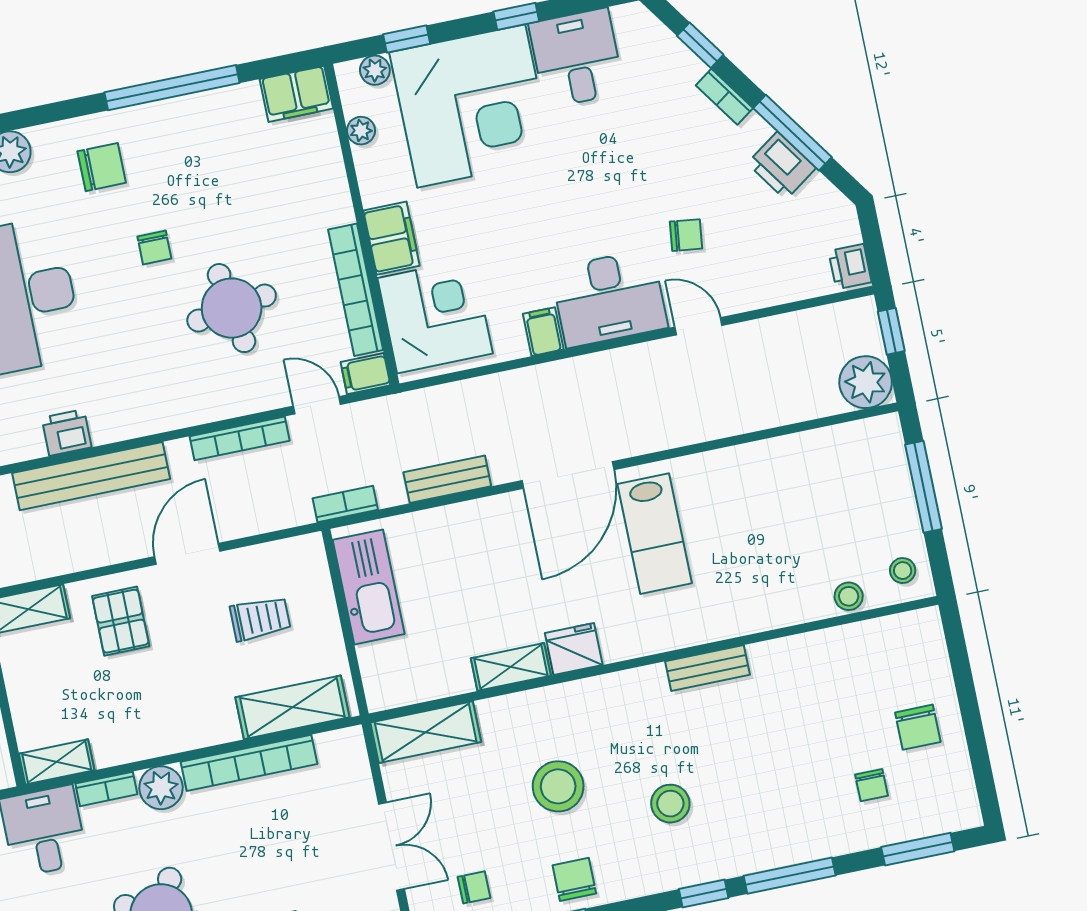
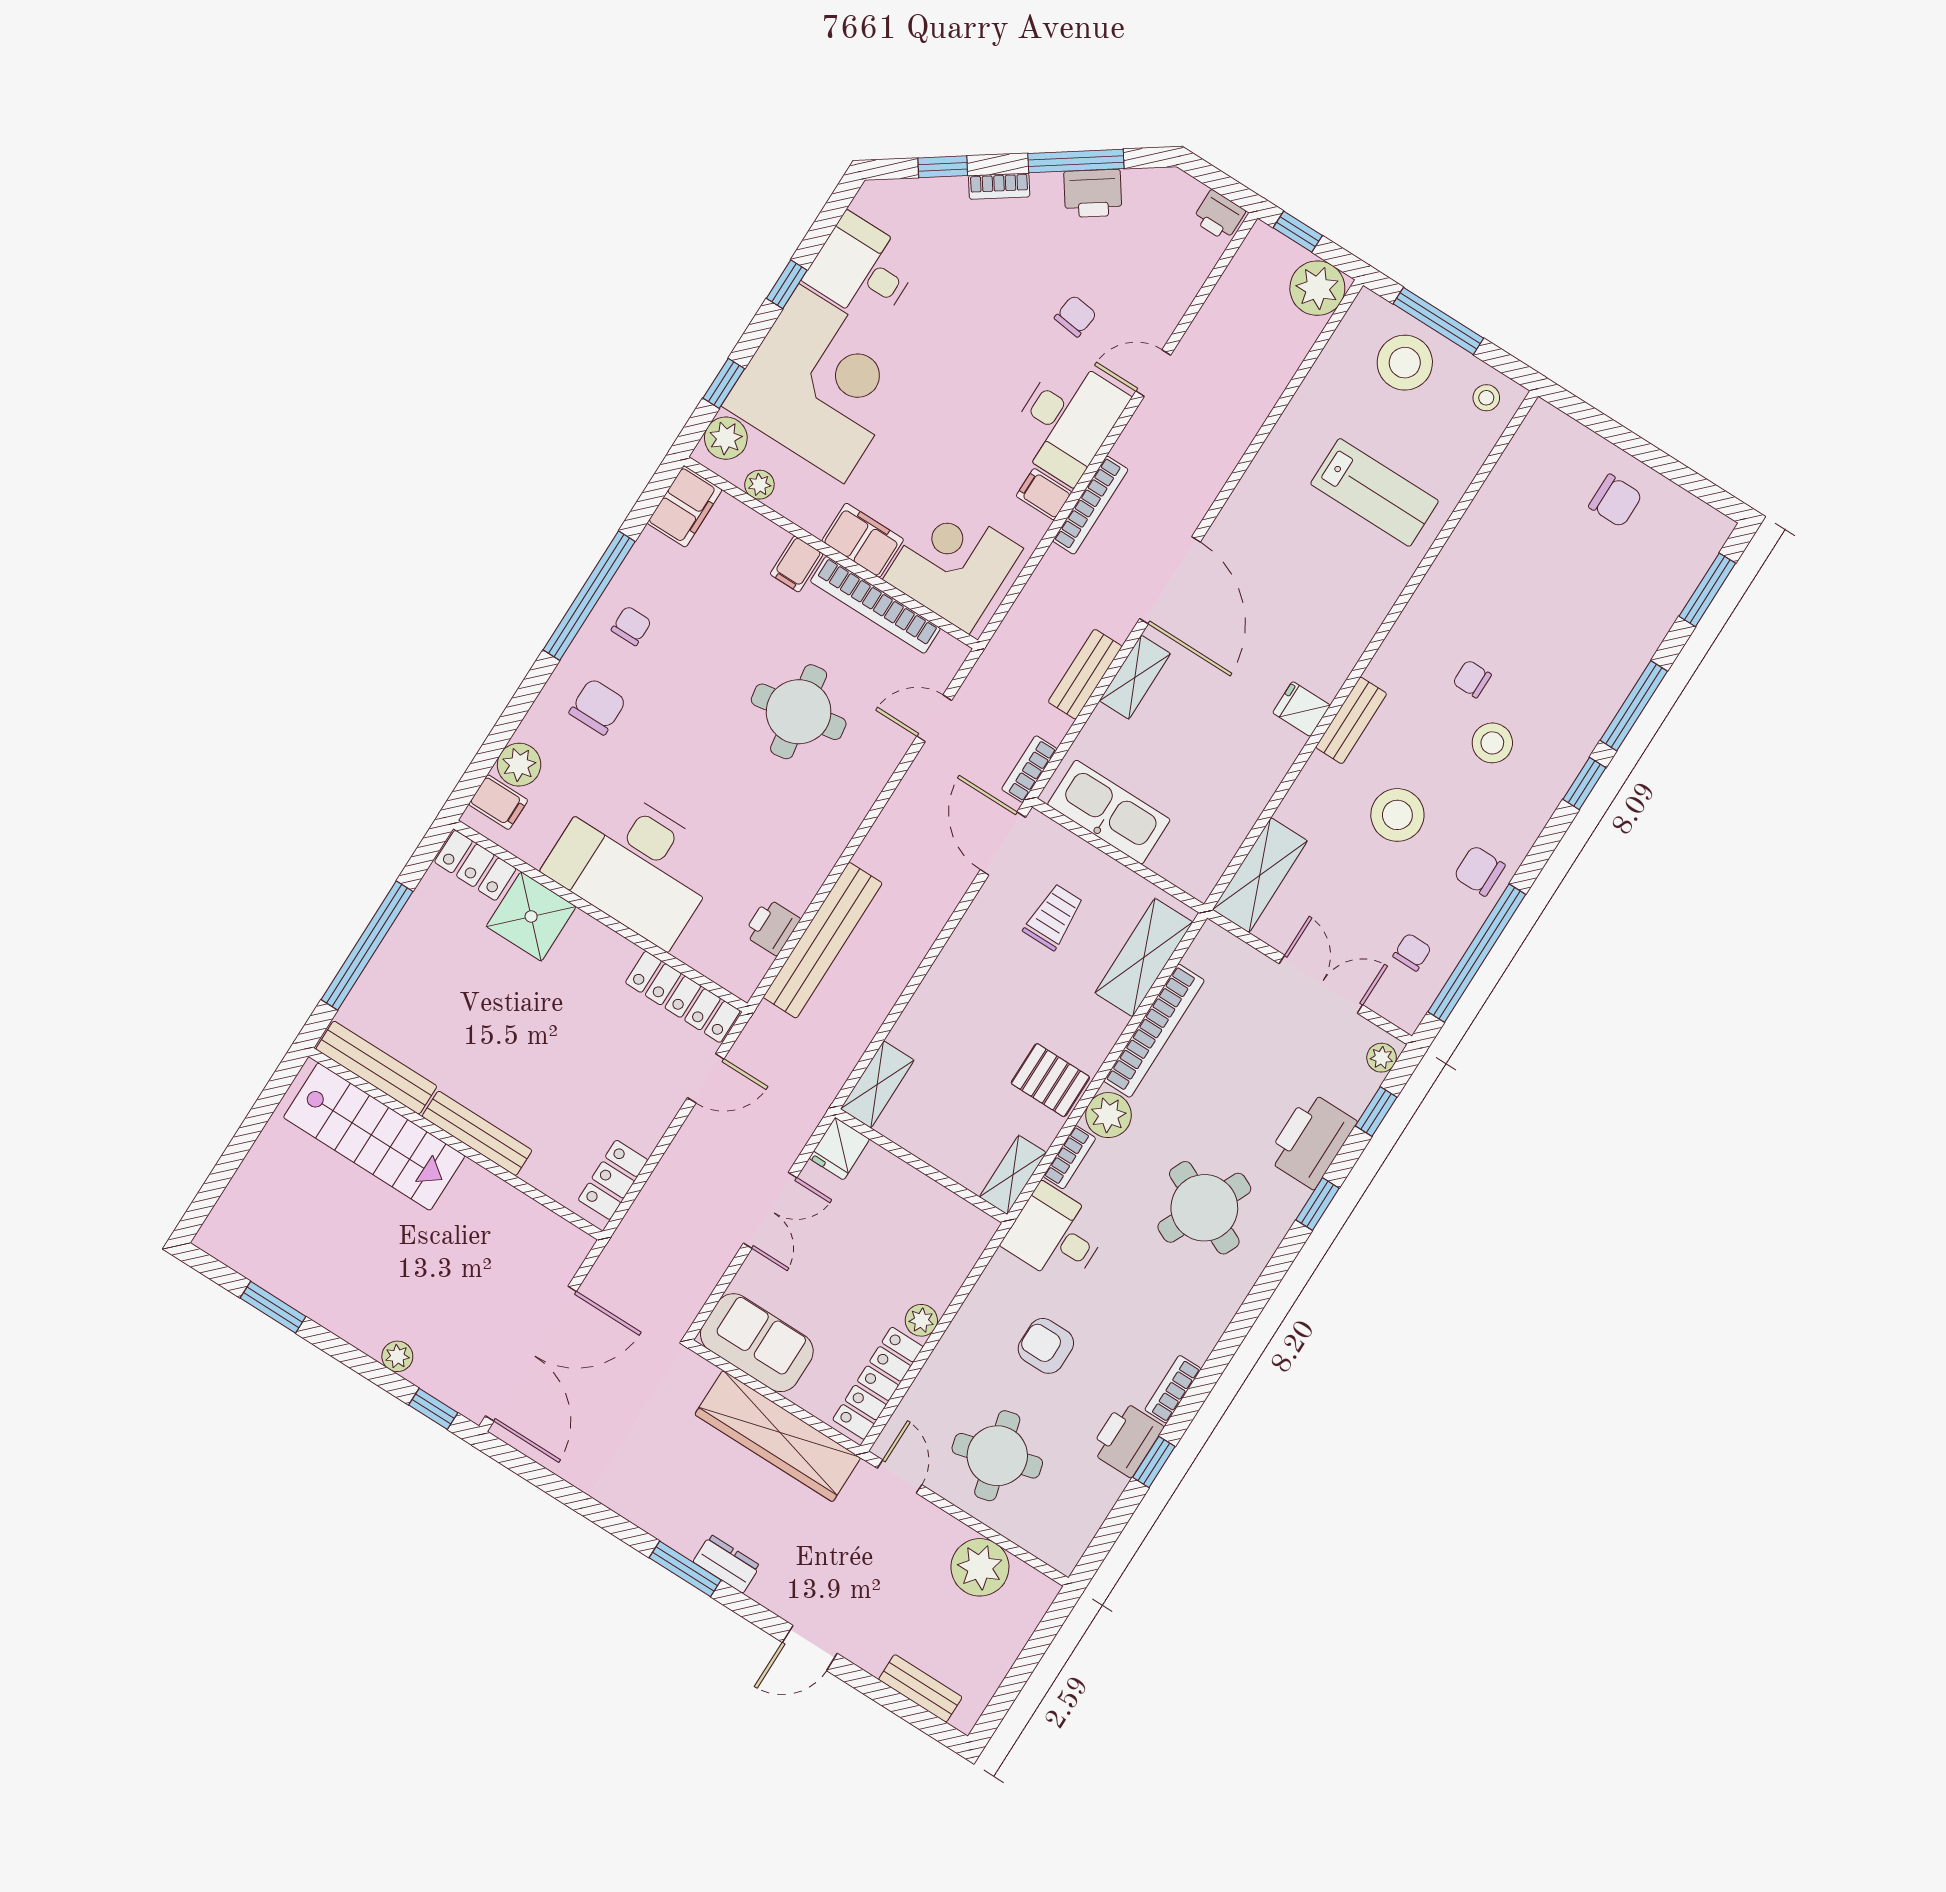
plant: (375, 70) -> (726, 438), width x1.38, depth x1.38
chair: (154, 248) -> (631, 626), moved, turned -90
filing cabinet: (365, 374) -> (797, 564), moved
bookcase: (240, 438) -> (1090, 505), moved
lab bench: (655, 534) -> (1375, 492), moved
door: (187, 554) -> (1003, 844), moved
stool: (849, 596) -> (1405, 363), moved, width x1.89, depth x1.89
pallet: (121, 621) -> (1050, 1080), moved
fridge: (574, 649) -> (1301, 709), width x0.72
shelving: (511, 667) -> (1135, 677), moved
bench: (708, 668) -> (1351, 720), moved
chair: (871, 785) -> (1472, 679), moved, turned 180

